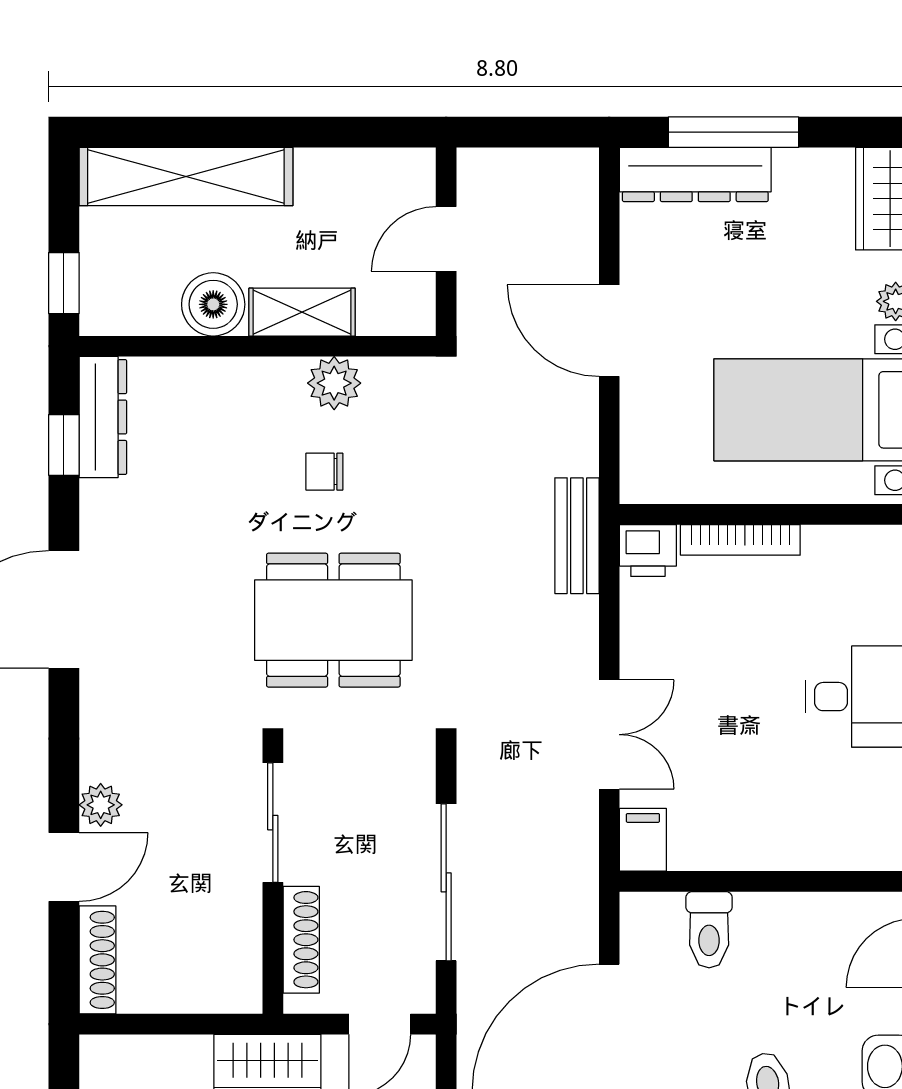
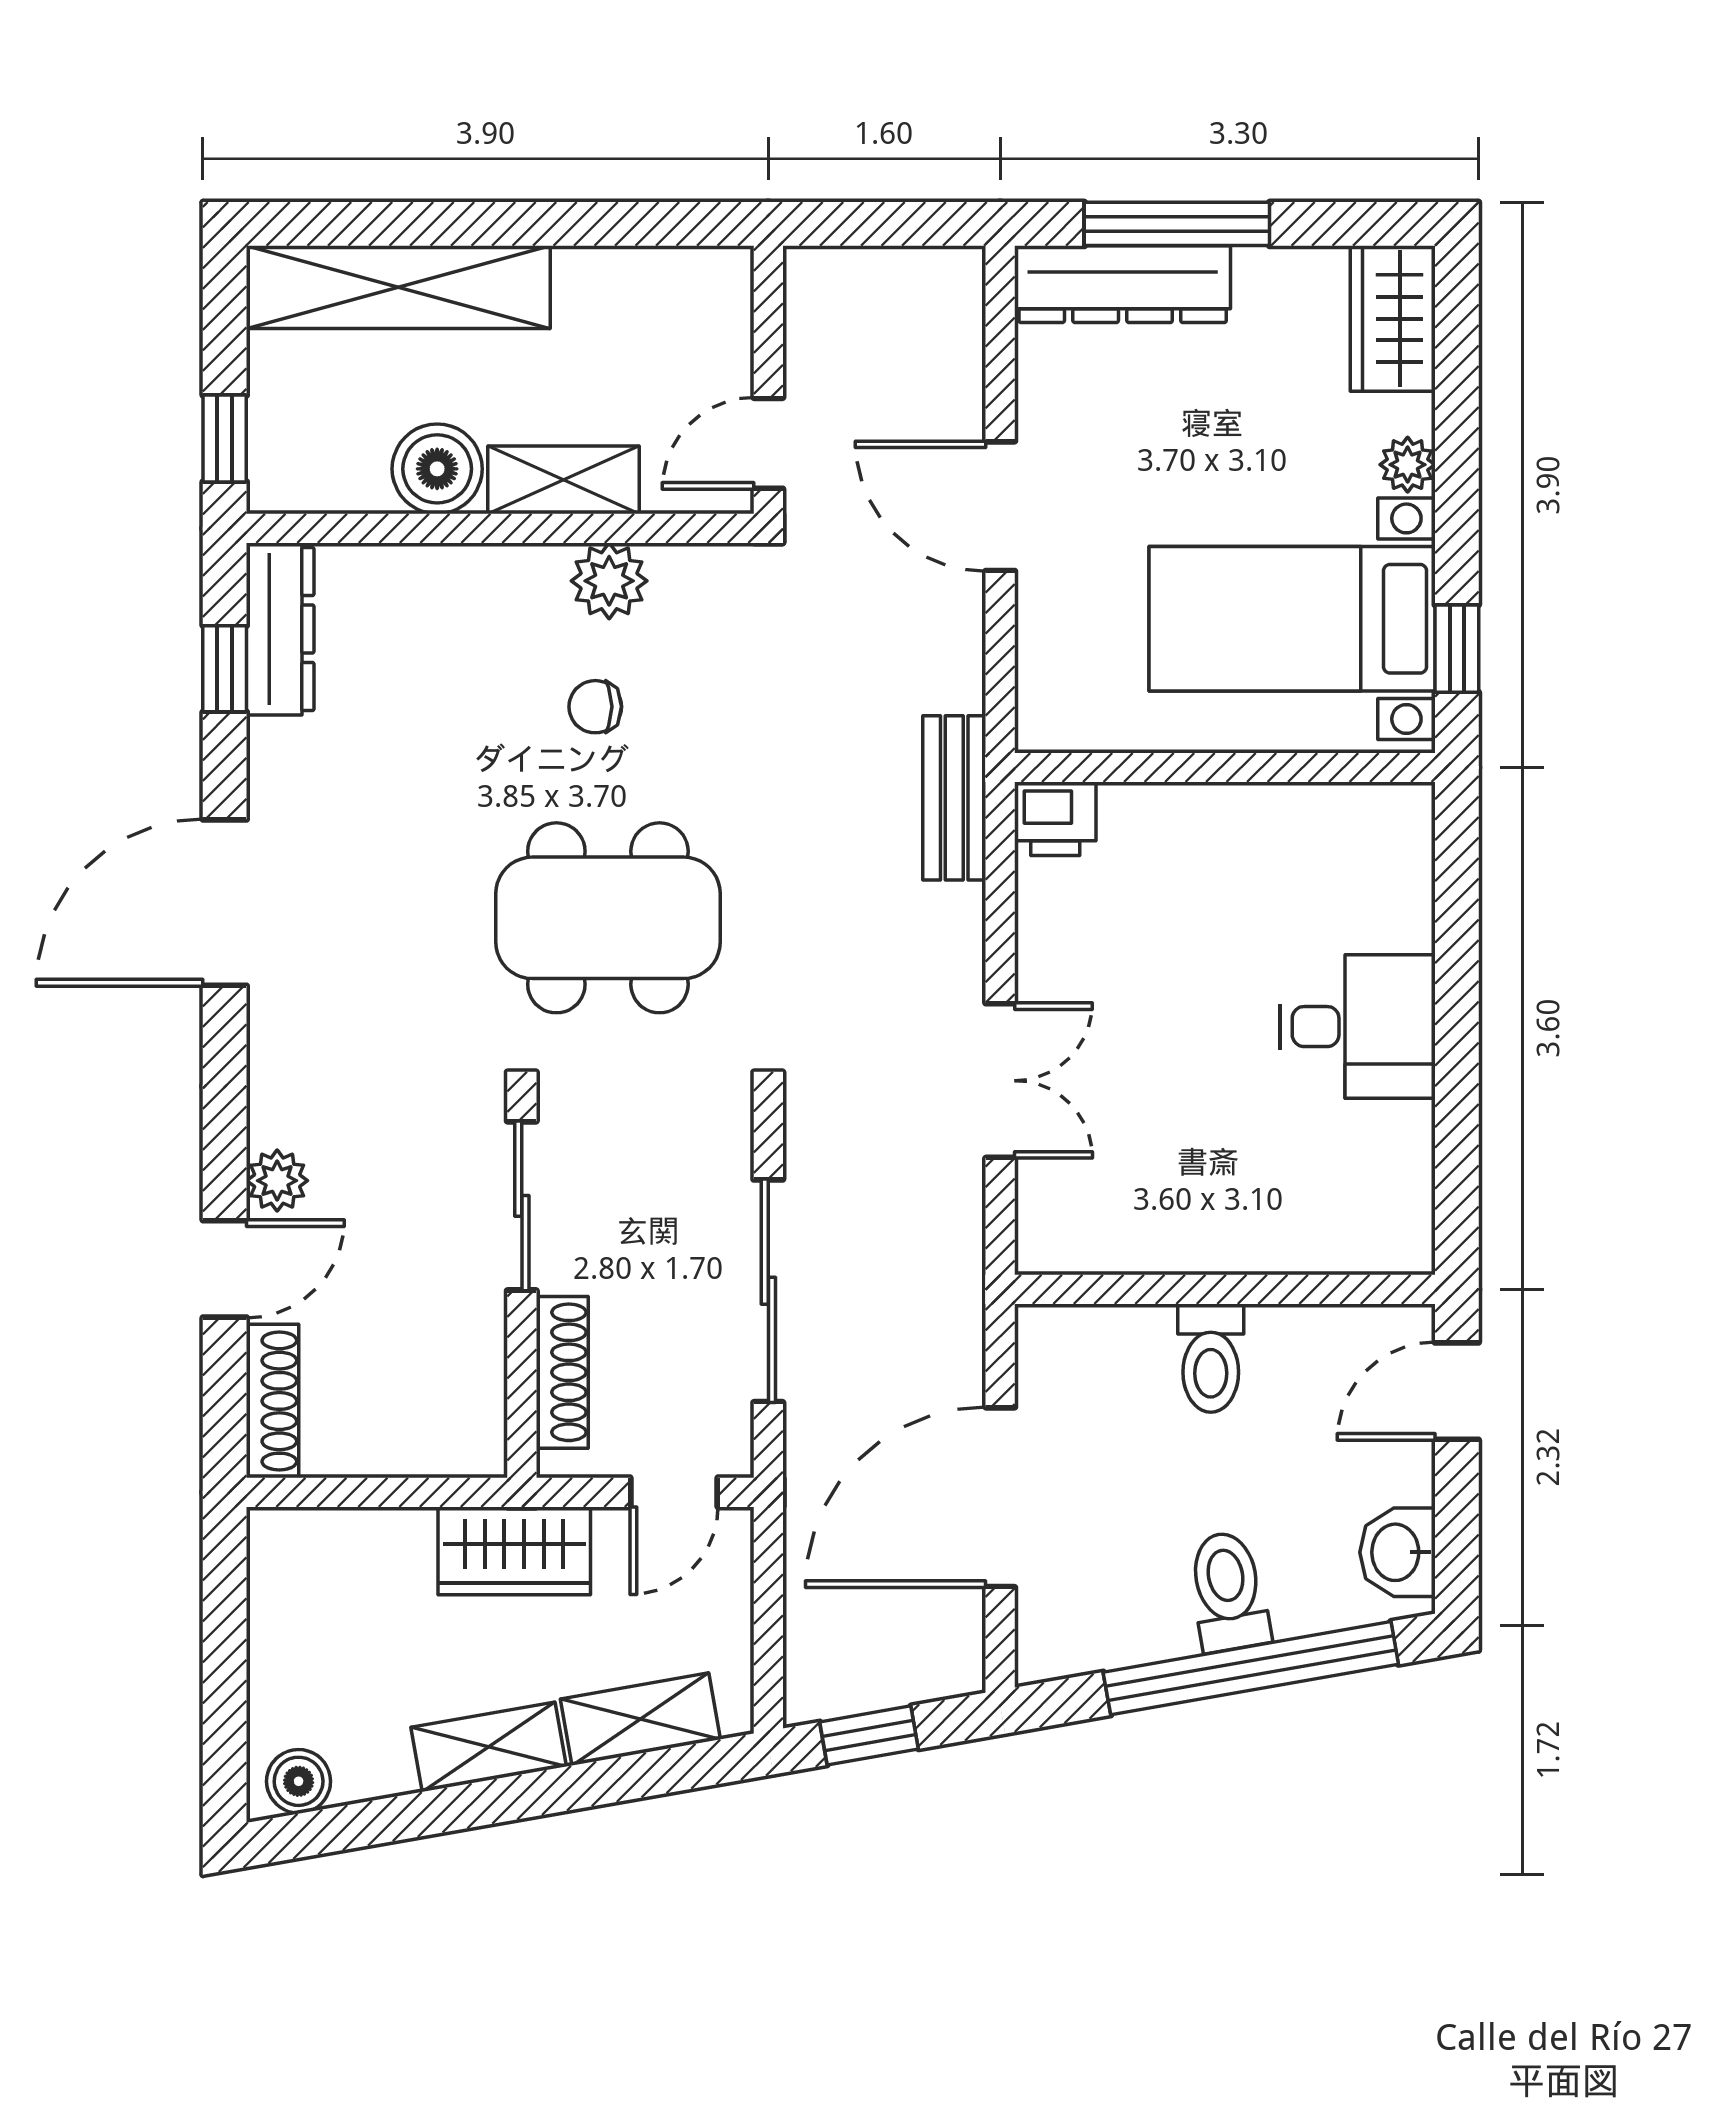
door: (446, 239) -> (768, 443), moved
bookcase: (740, 540) -> (1187, 804), removed
filing cabinet: (643, 840) -> (1048, 1230), removed
toilet: (709, 930) -> (1211, 1358), moved

